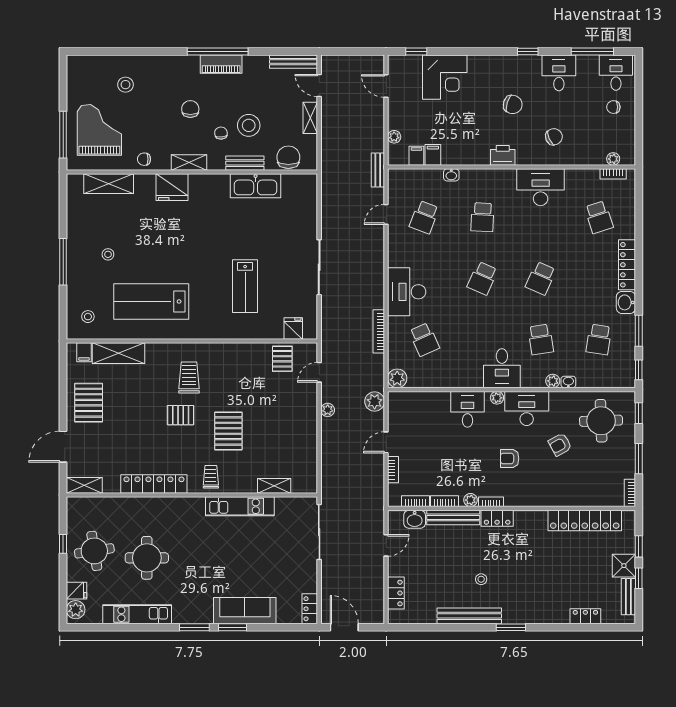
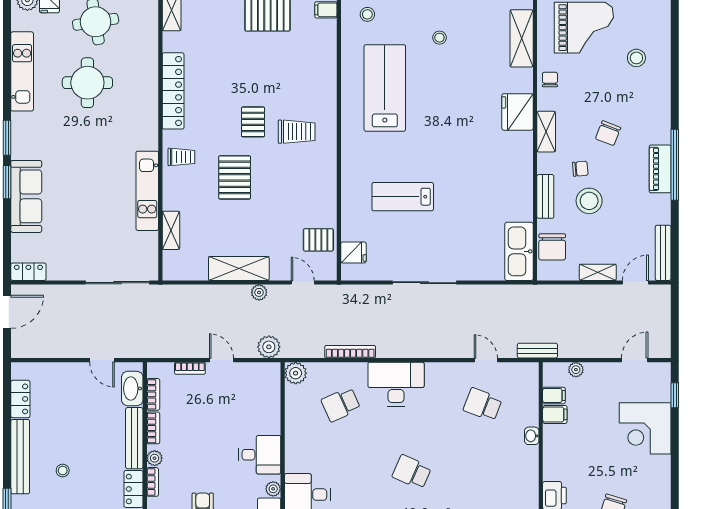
chair: (190, 109) -> (608, 133), turned 111
chair: (288, 157) -> (552, 247), turned 90
kitchen sink: (256, 186) -> (519, 251), moved
school desk: (482, 217) -> (483, 472), removed
shelving: (119, 353) -> (239, 269), moved, turned 90
pallet: (228, 431) -> (235, 177), turned 90
washbasin: (415, 519) -> (132, 389), width x1.38
locker: (396, 593) -> (20, 399), moved, turned -90

